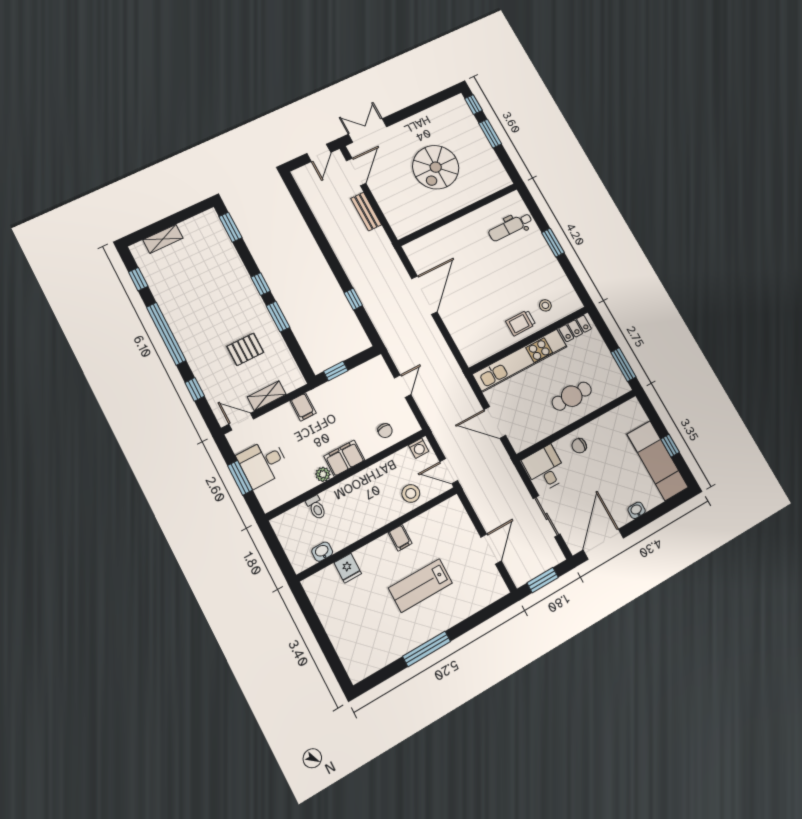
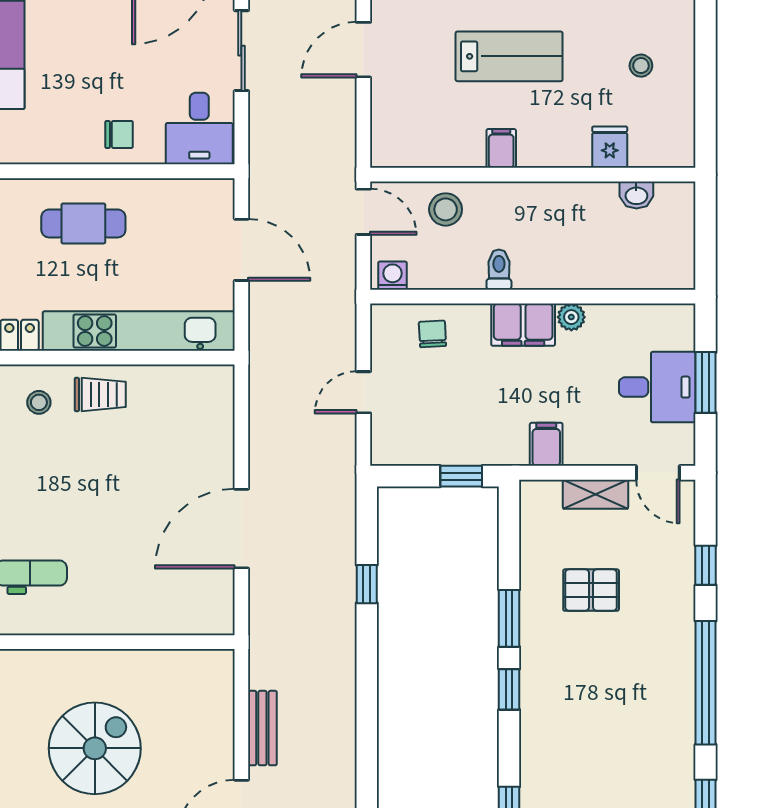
toilet: (316, 508) -> (499, 270), moved
stool: (354, 618) -> (641, 66), added

